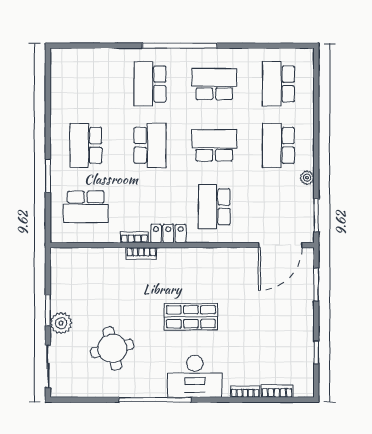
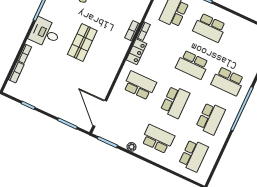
school desk: (150, 84) -> (228, 81), turned 180
school desk: (278, 84) -> (193, 155), turned 90
school desk: (86, 145) -> (210, 28), turned 180
desk: (195, 376) -> (45, 33), width x0.73

